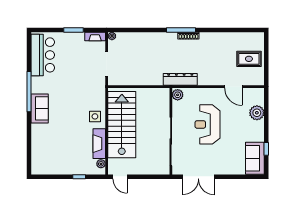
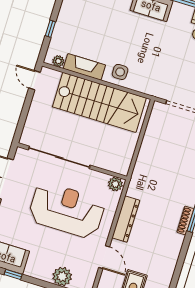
dresser: (180, 79) -> (126, 219), moved
door: (233, 87) -> (104, 257), swing flipped
reception desk: (207, 124) -> (67, 210), width x1.36, depth x1.30
door: (120, 177) -> (35, 80), hinge flipped

